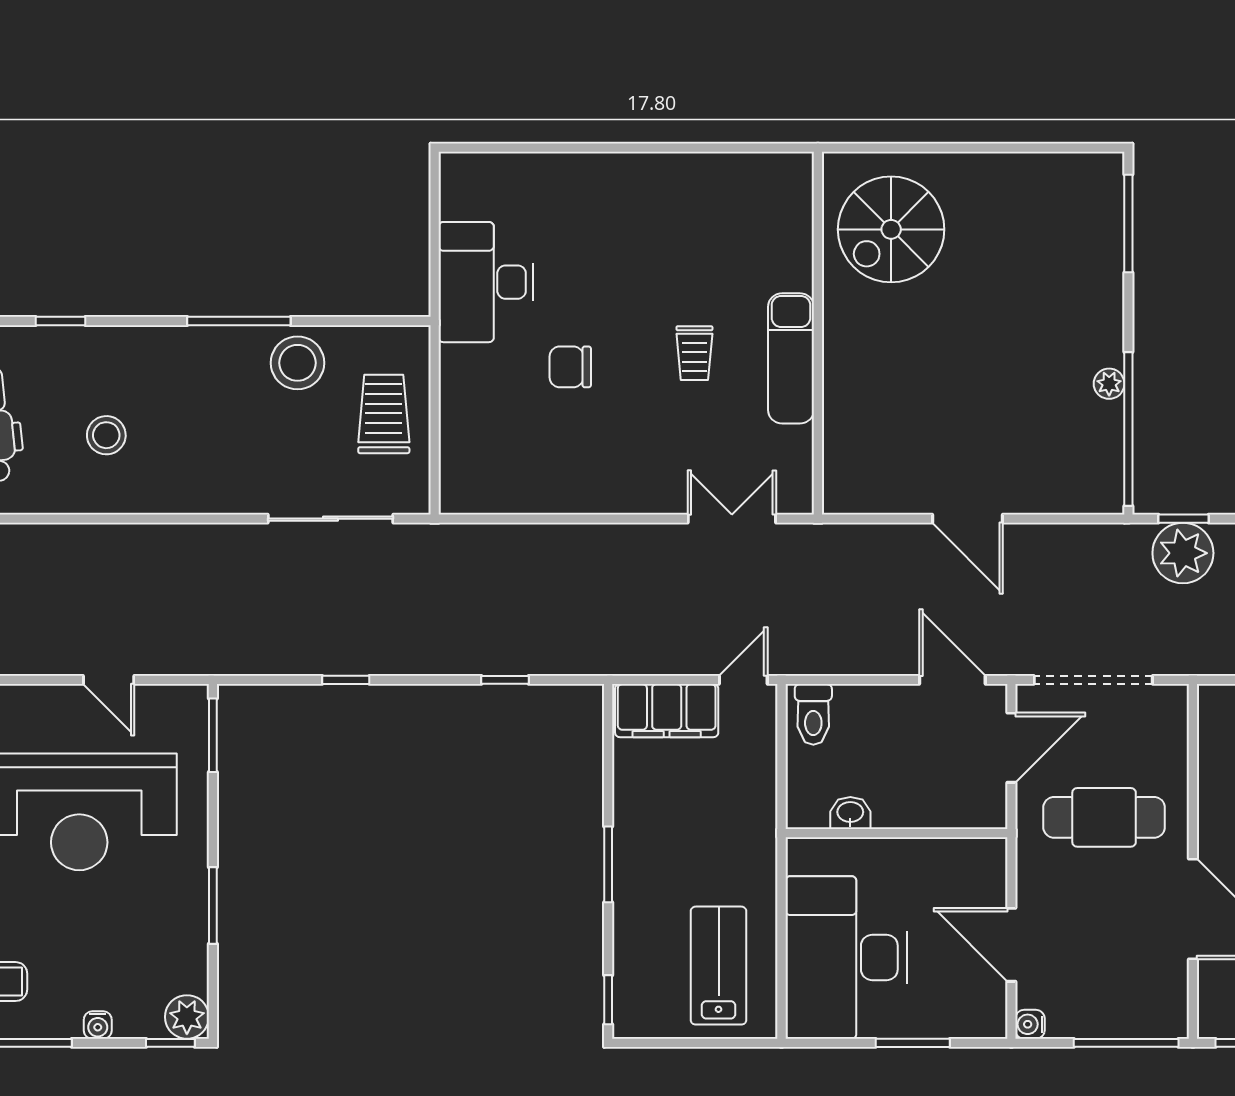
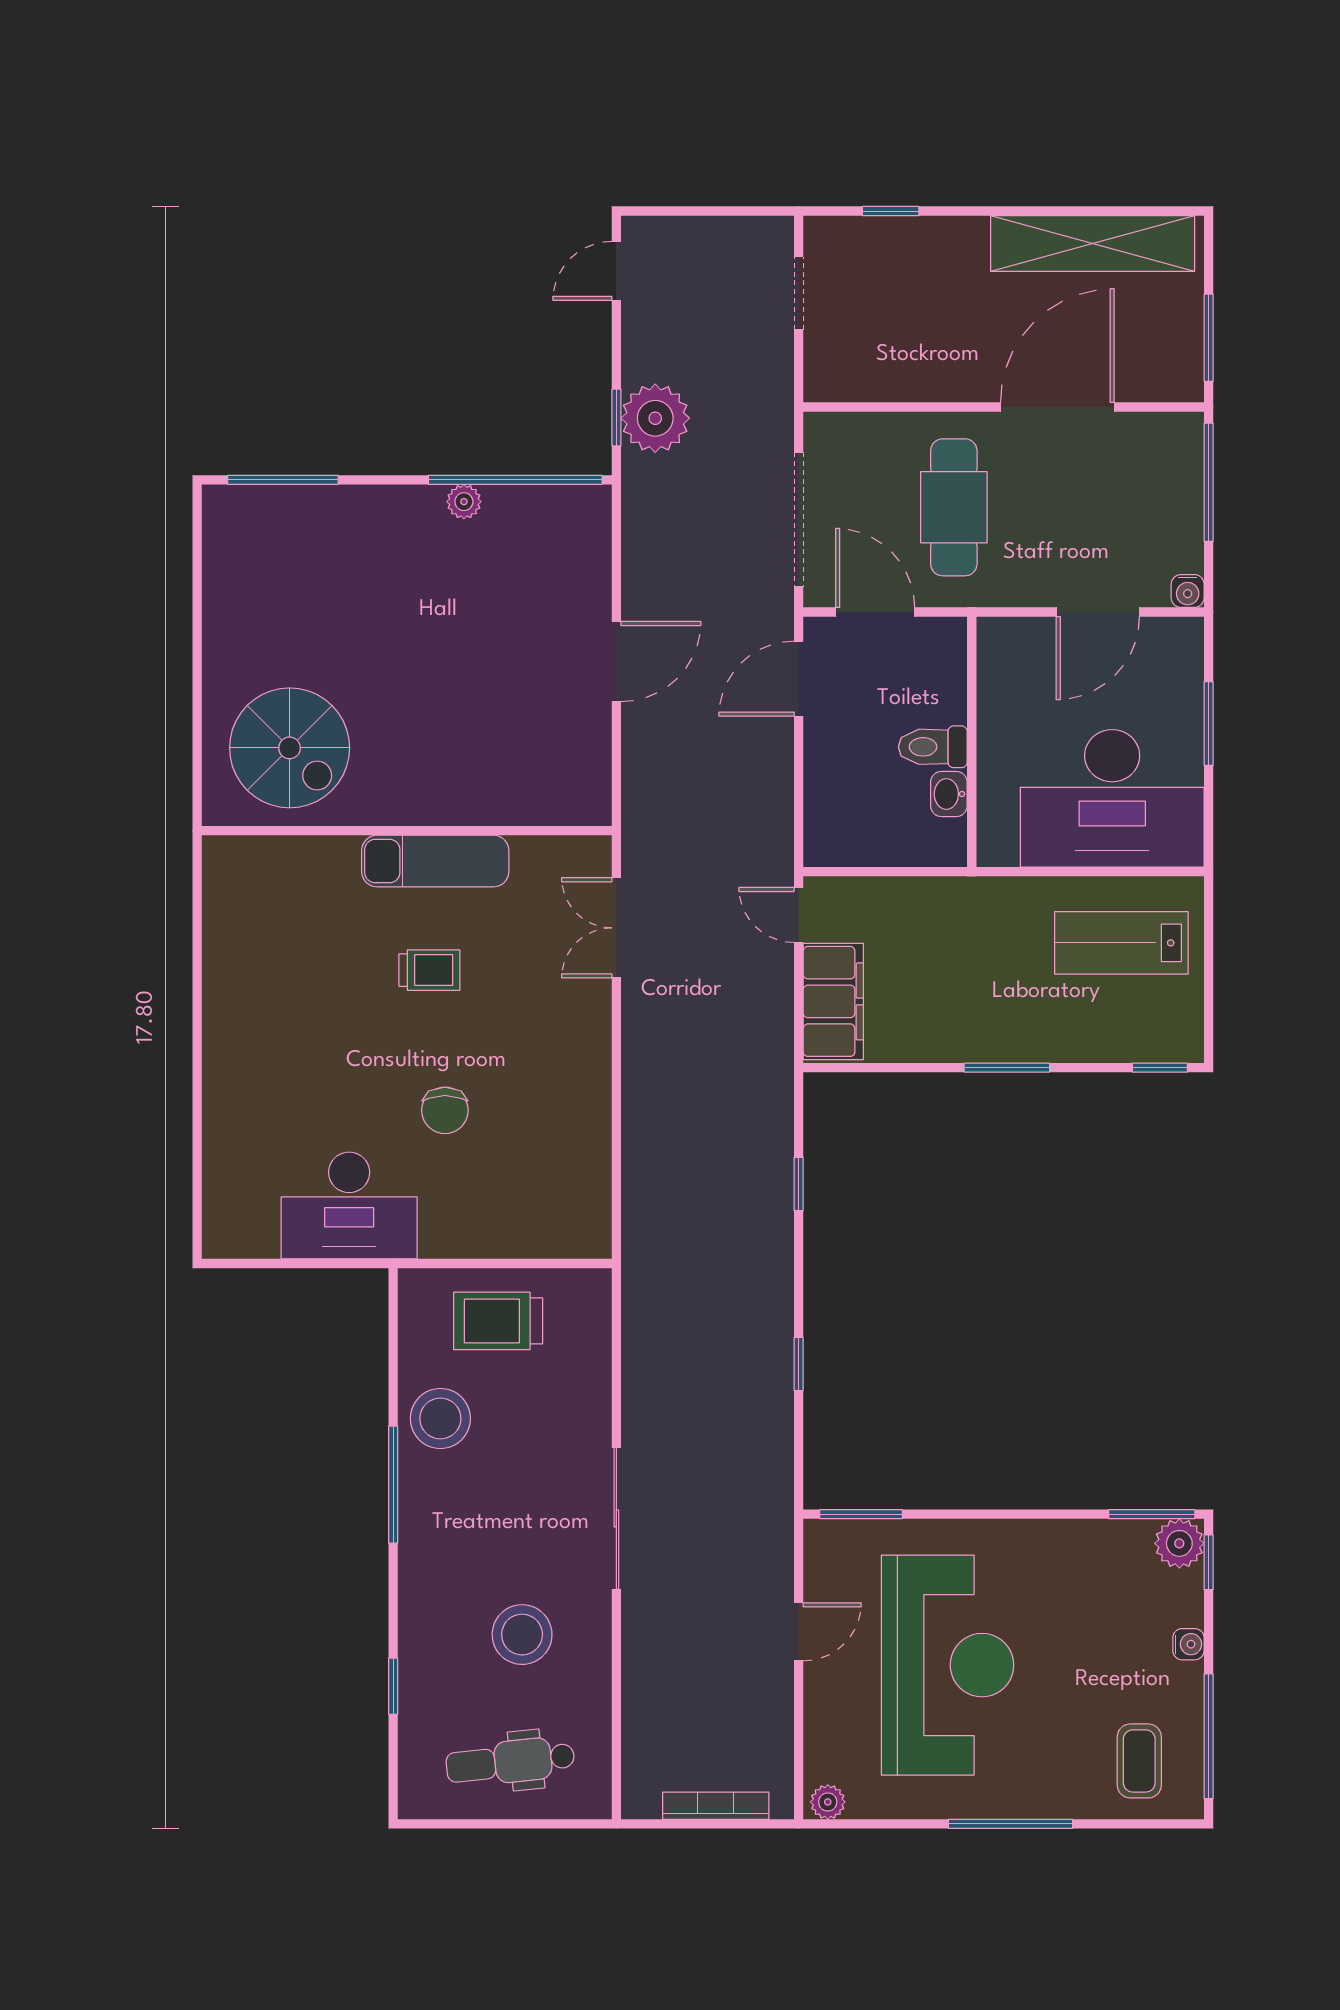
stool: (106, 435) -> (522, 1635), width x1.38, depth x1.38
sliding door: (331, 519) -> (616, 1518), moved
toilet: (813, 714) -> (933, 747), moved, turned 180
window: (213, 906) -> (1152, 1514), moved

